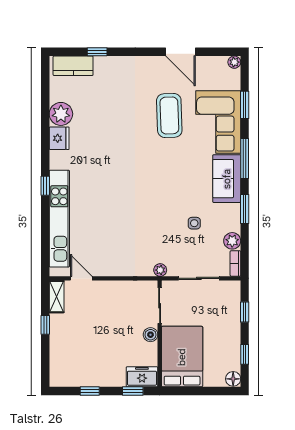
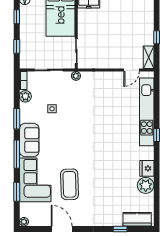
door: (81, 278) -> (131, 70), hinge flipped
boiler: (151, 335) -> (83, 30), removed

